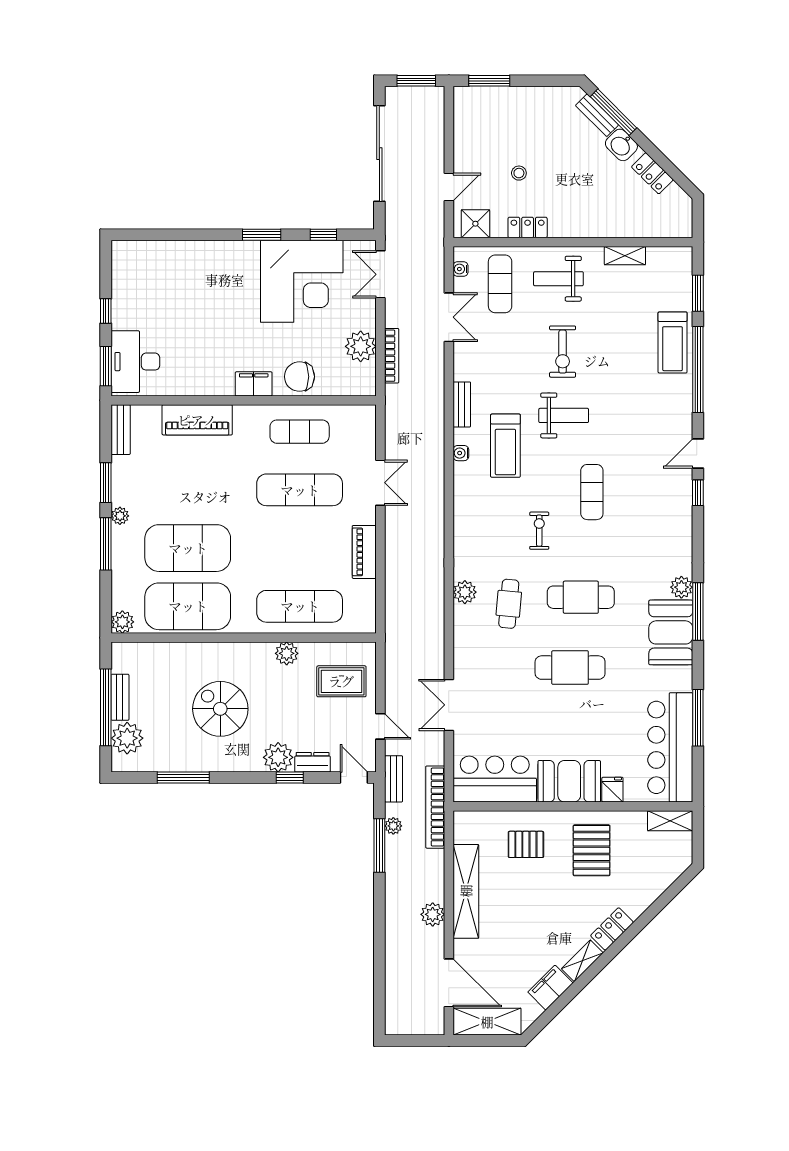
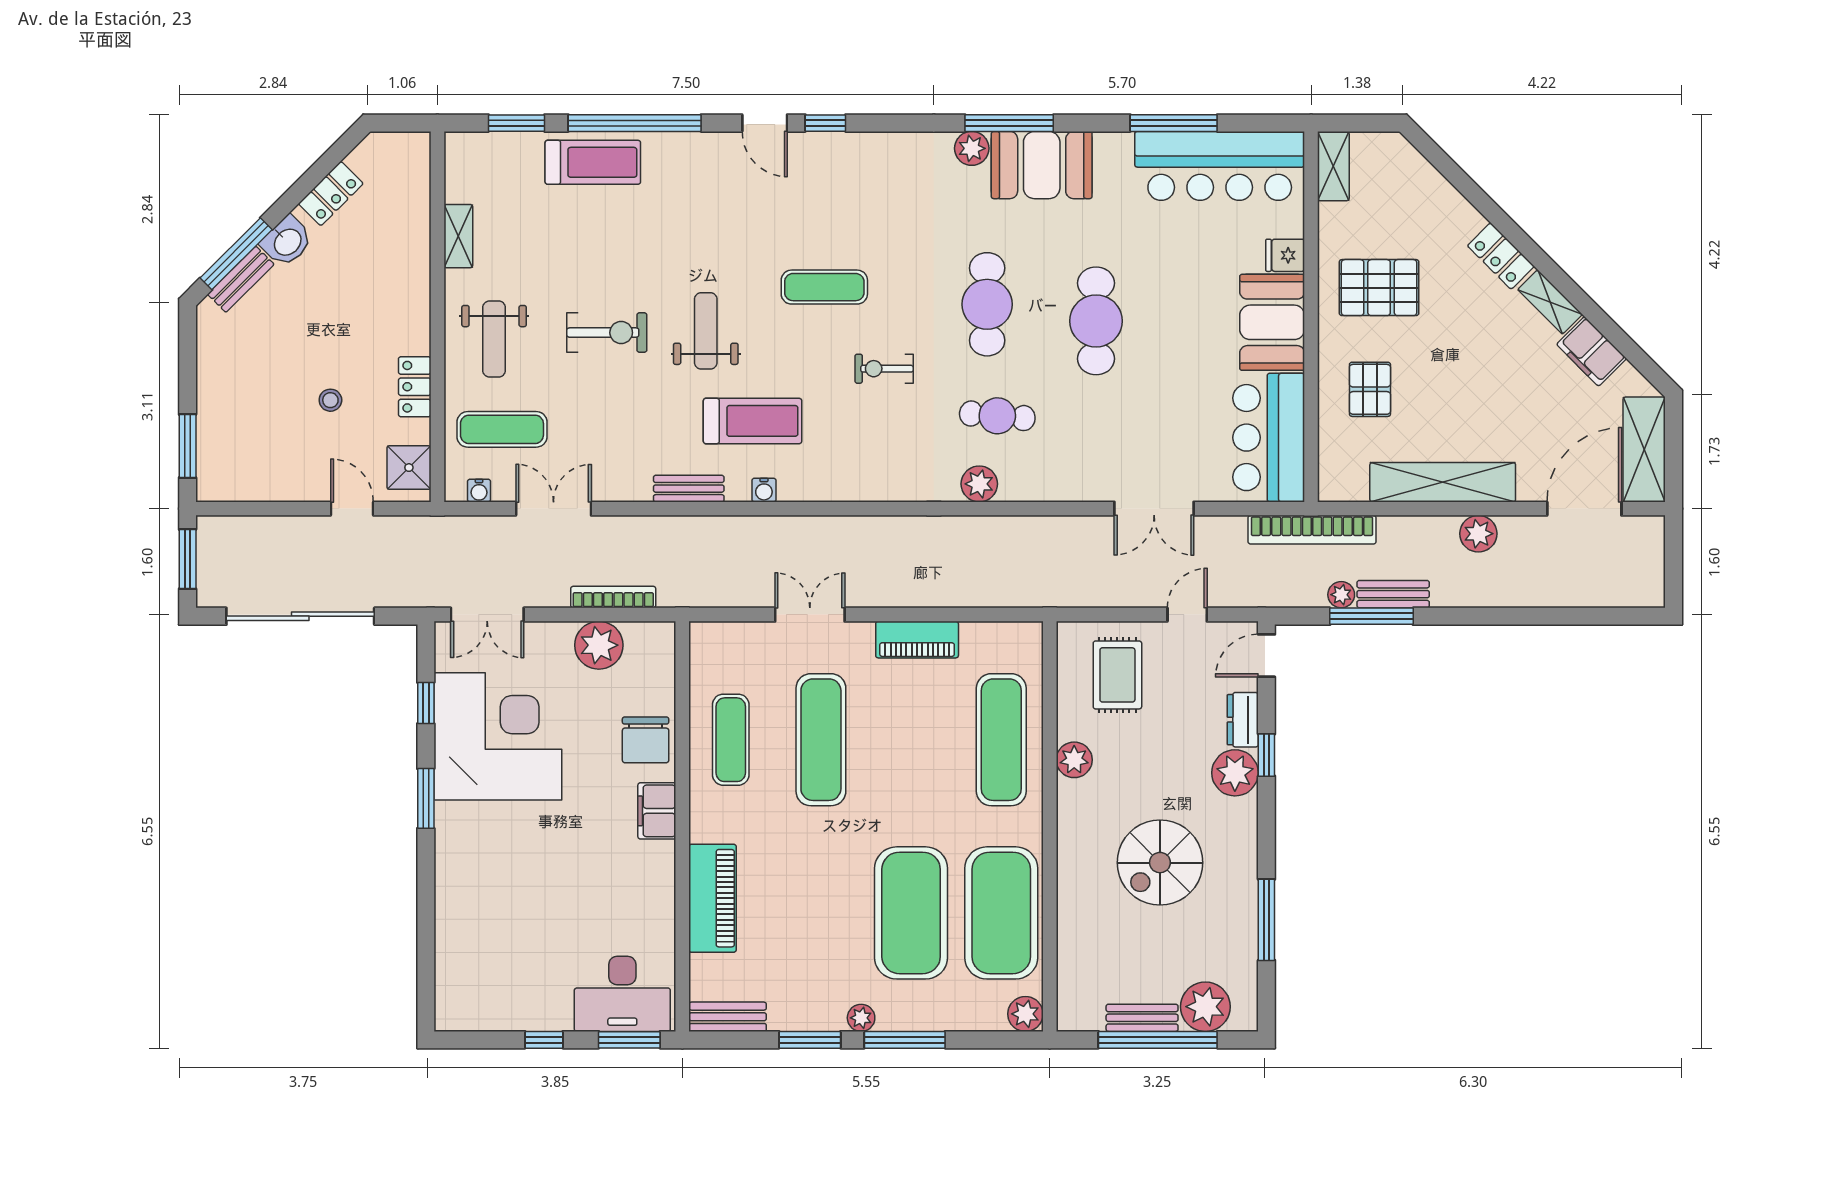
bench: (394, 779) -> (1393, 594), moved

